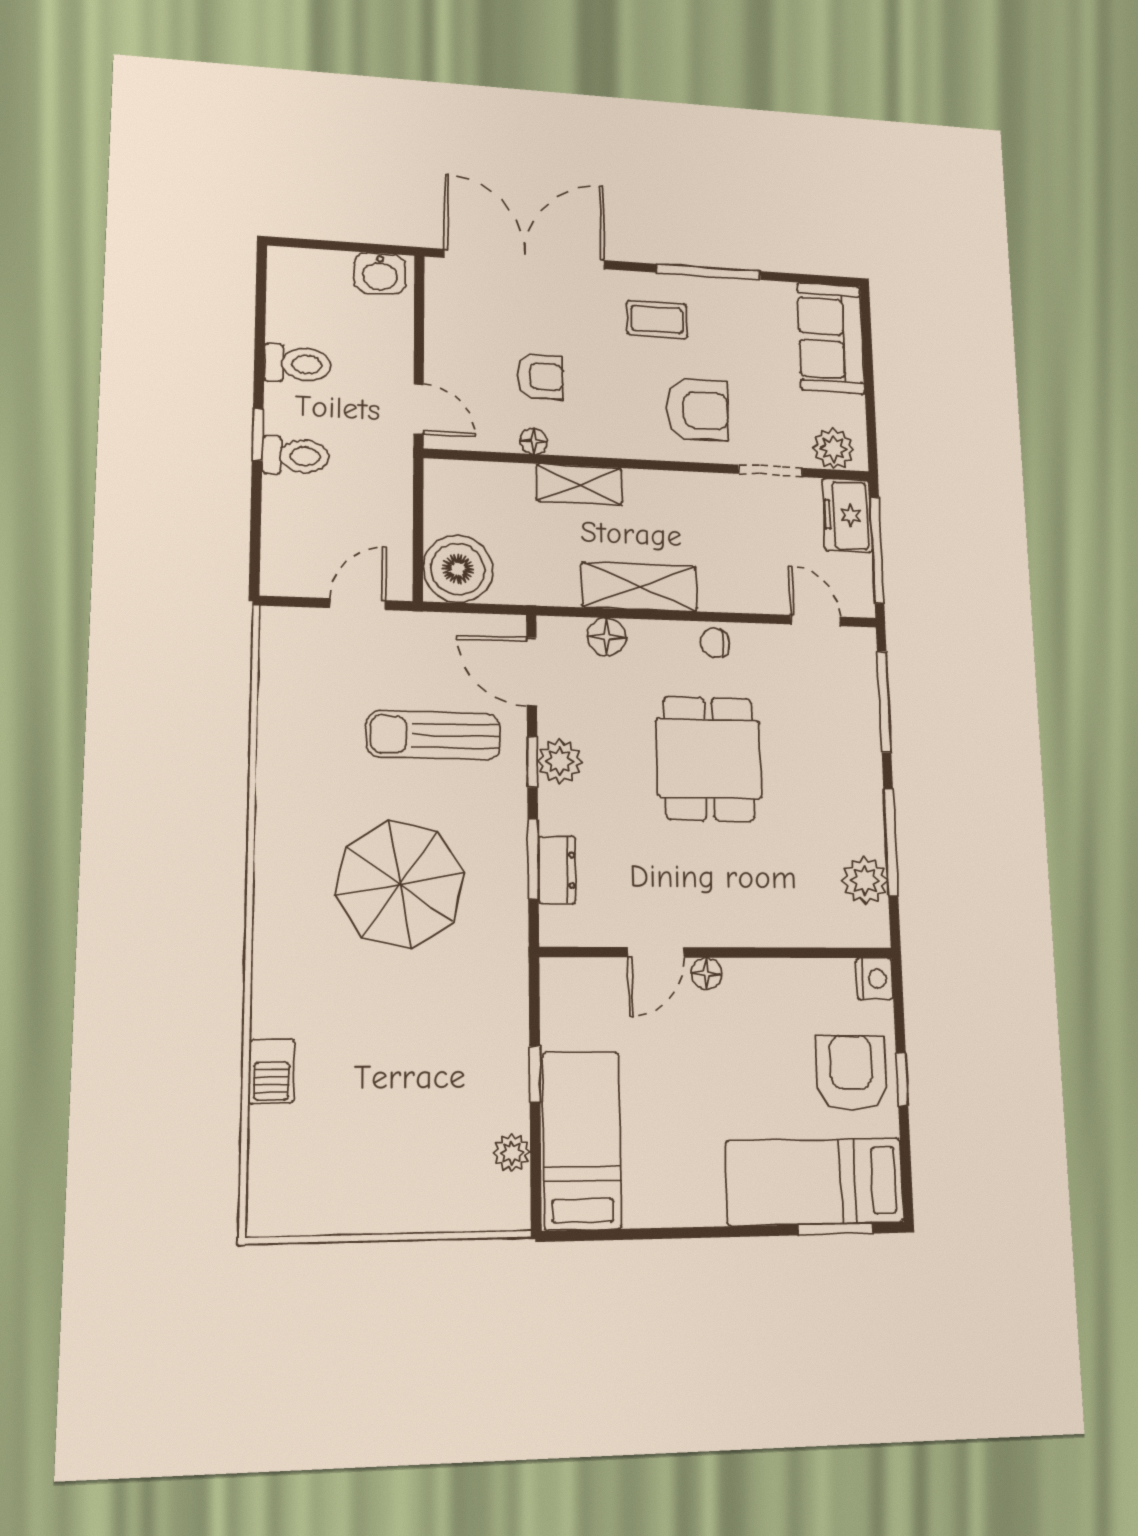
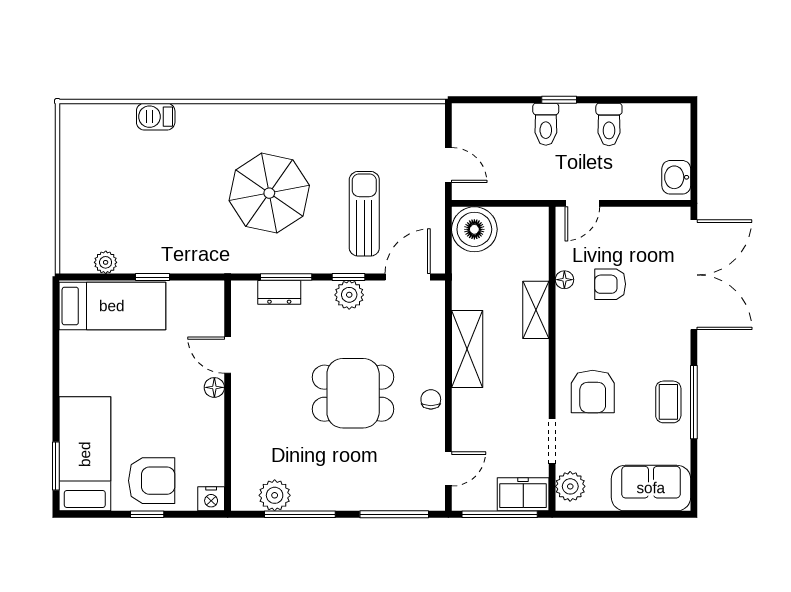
coffee table: (657, 319) -> (668, 402), moved
armchair: (540, 376) -> (610, 284), turned 90
floor lamp: (607, 637) -> (432, 327), removed

